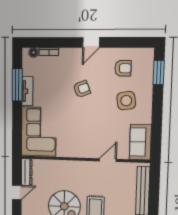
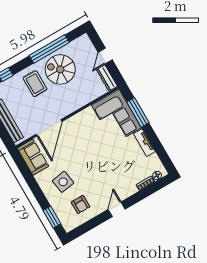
armchair: (123, 68) -> (81, 204), turned -90
window: (17, 85) -> (138, 112), moved
armchair: (82, 89) -> (102, 170), removed
door: (108, 160) -> (49, 128), width x1.87

